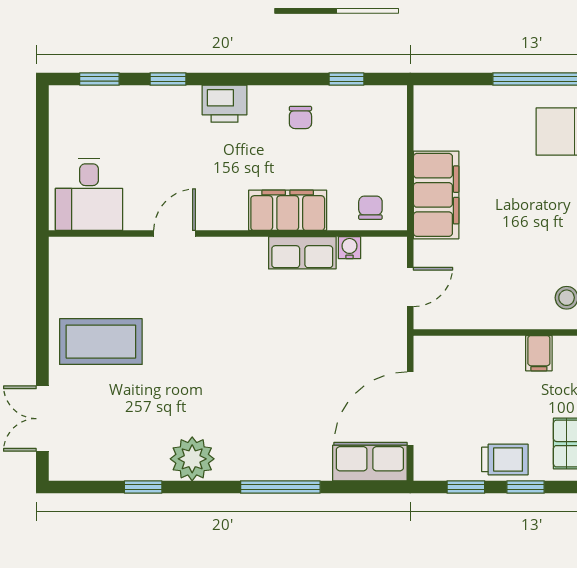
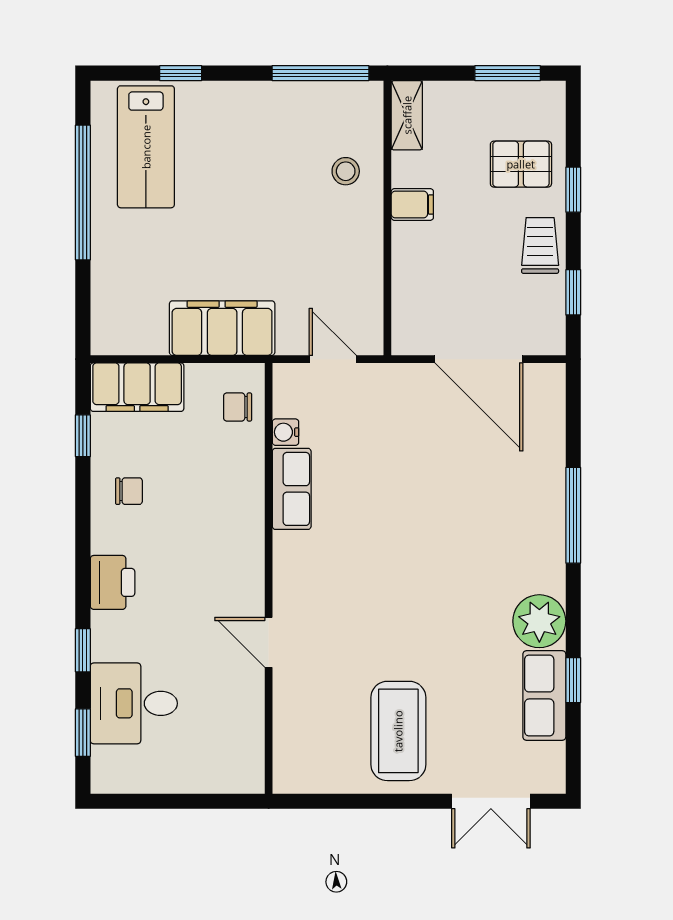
desk: (89, 194) -> (134, 703), moved, turned 180
filing cabinet: (288, 210) -> (137, 387), moved, turned -90
row of seats: (370, 463) -> (544, 695), moved
window: (526, 487) -> (573, 190), moved

